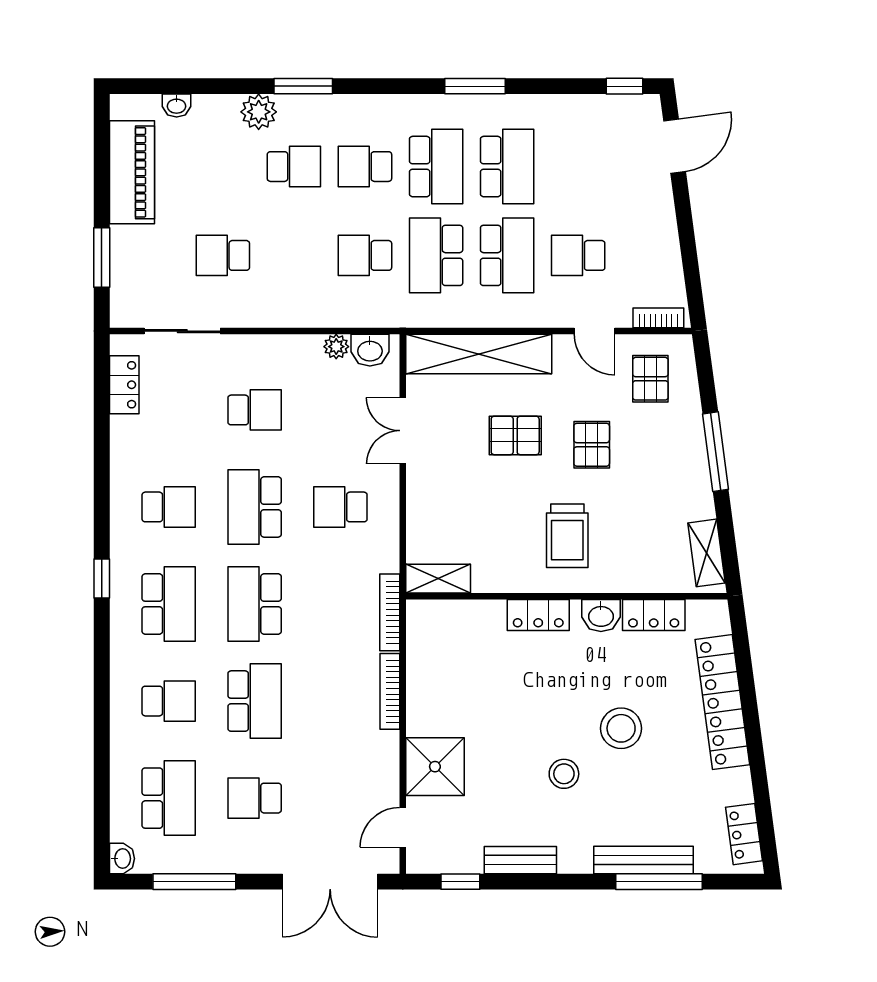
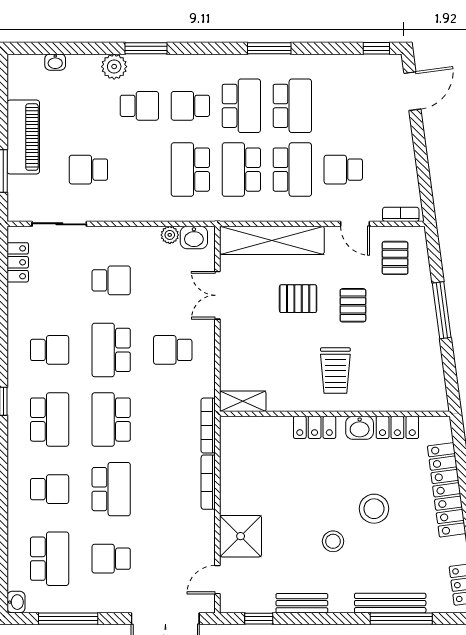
piano: (132, 172) -> (23, 137), moved
school desk: (365, 255) -> (190, 170), width x1.85
shelving: (706, 553) -> (435, 383), removed

